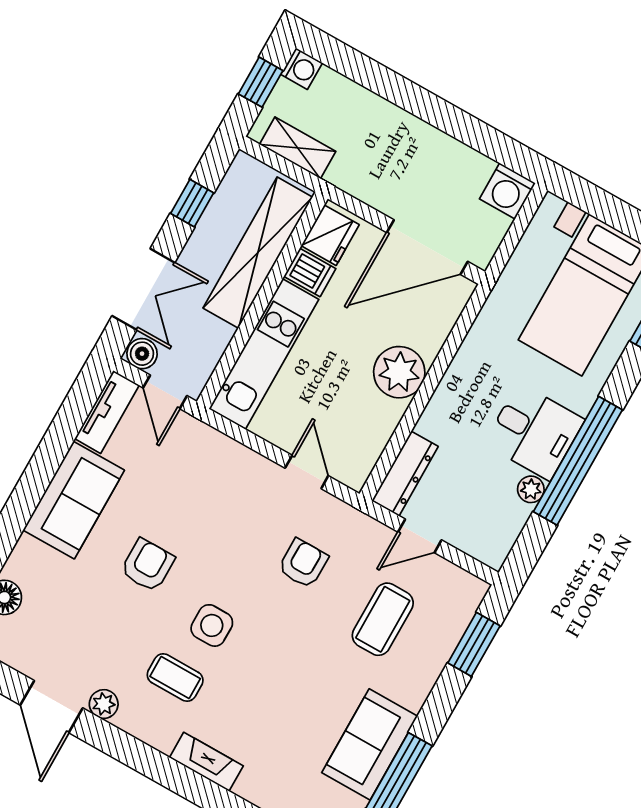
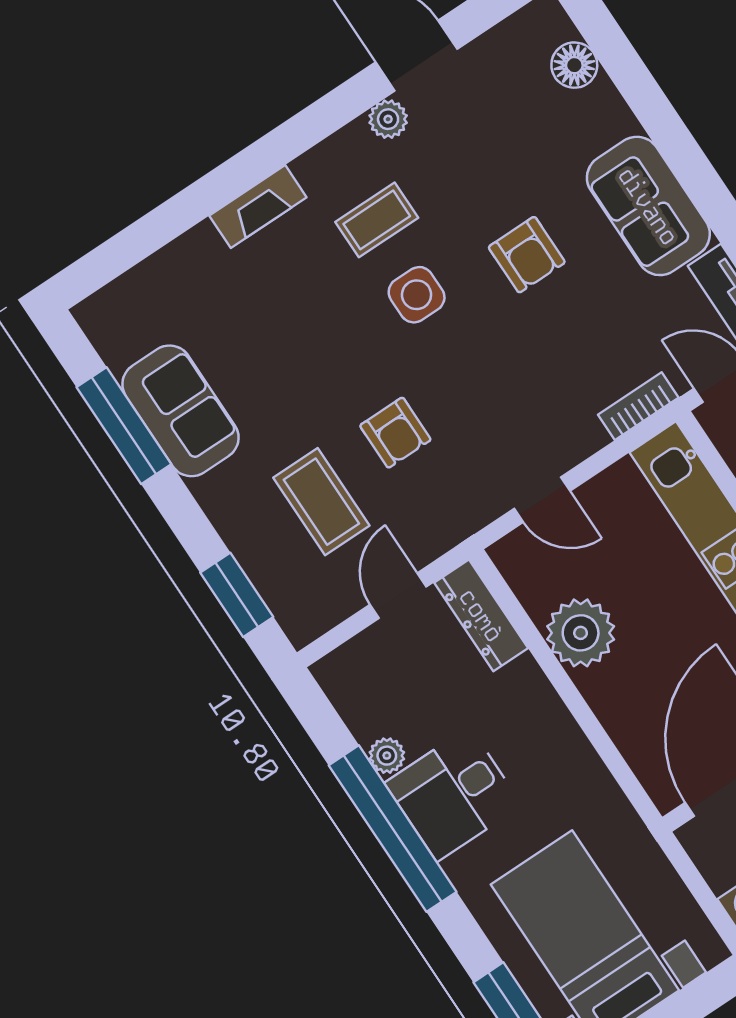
plant: (399, 372) -> (581, 633), moved
bookcase: (211, 439) -> (638, 406), added
armchair: (303, 563) -> (395, 433), moved

